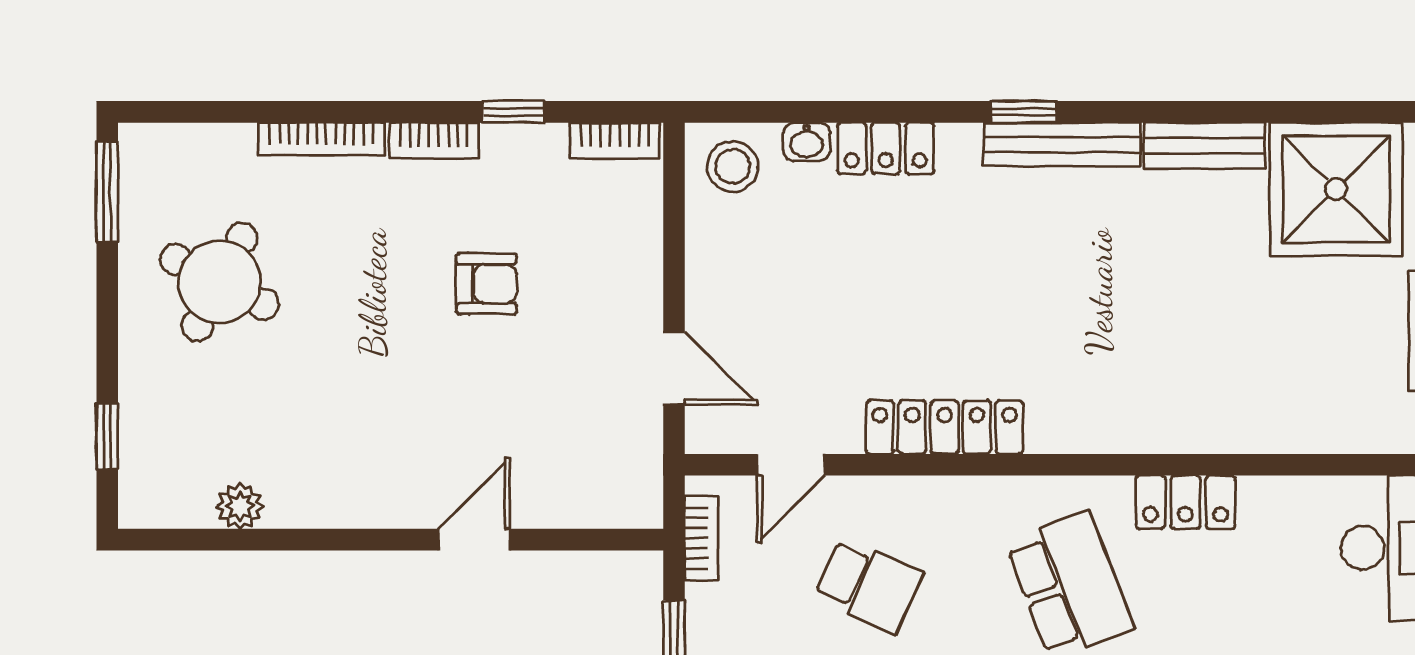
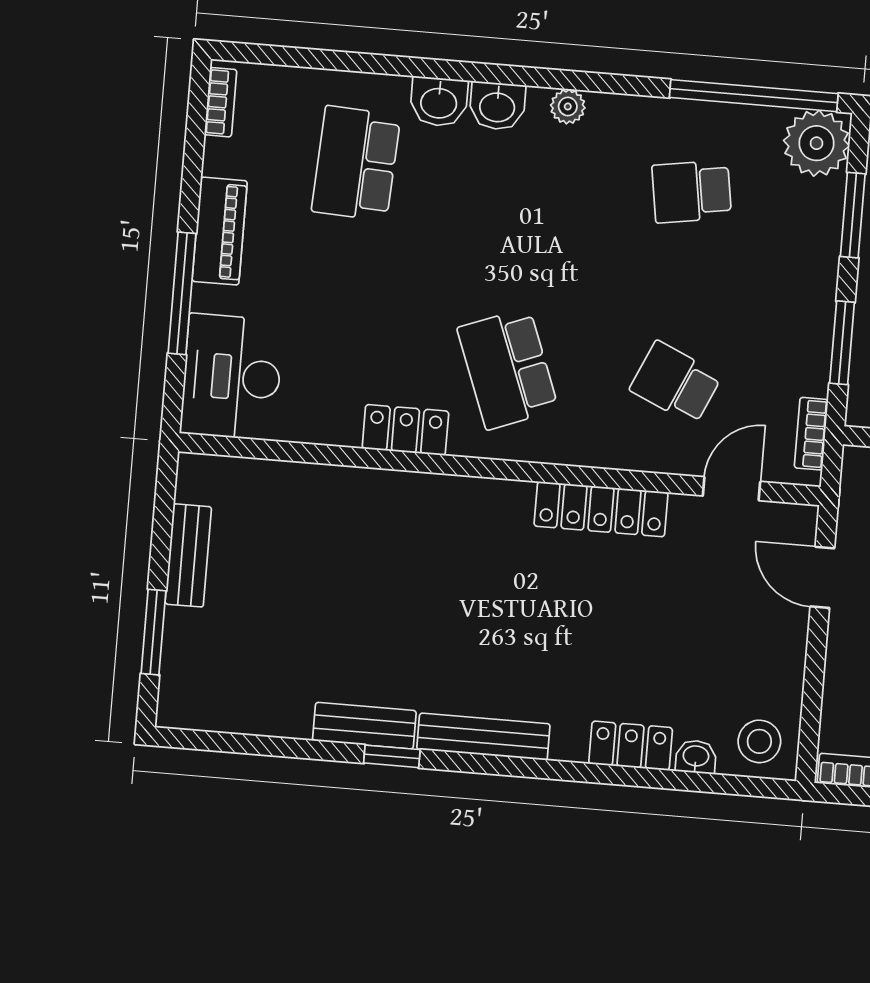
window: (1024, 112) -> (392, 756), moved
shower: (1336, 189) -> (258, 680), removed

